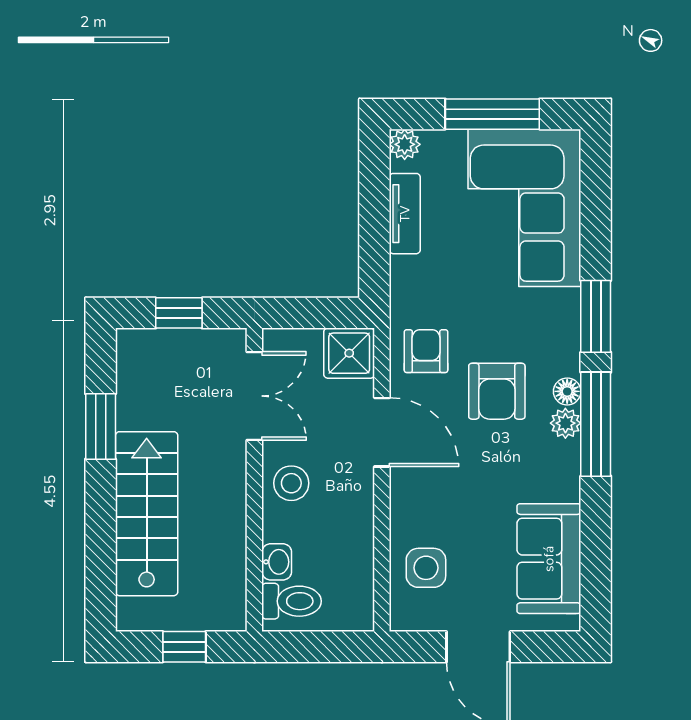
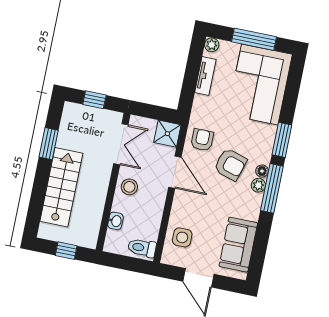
armchair: (497, 391) -> (230, 164), turned -73
toilet: (292, 601) -> (142, 248), moved, turned 180

